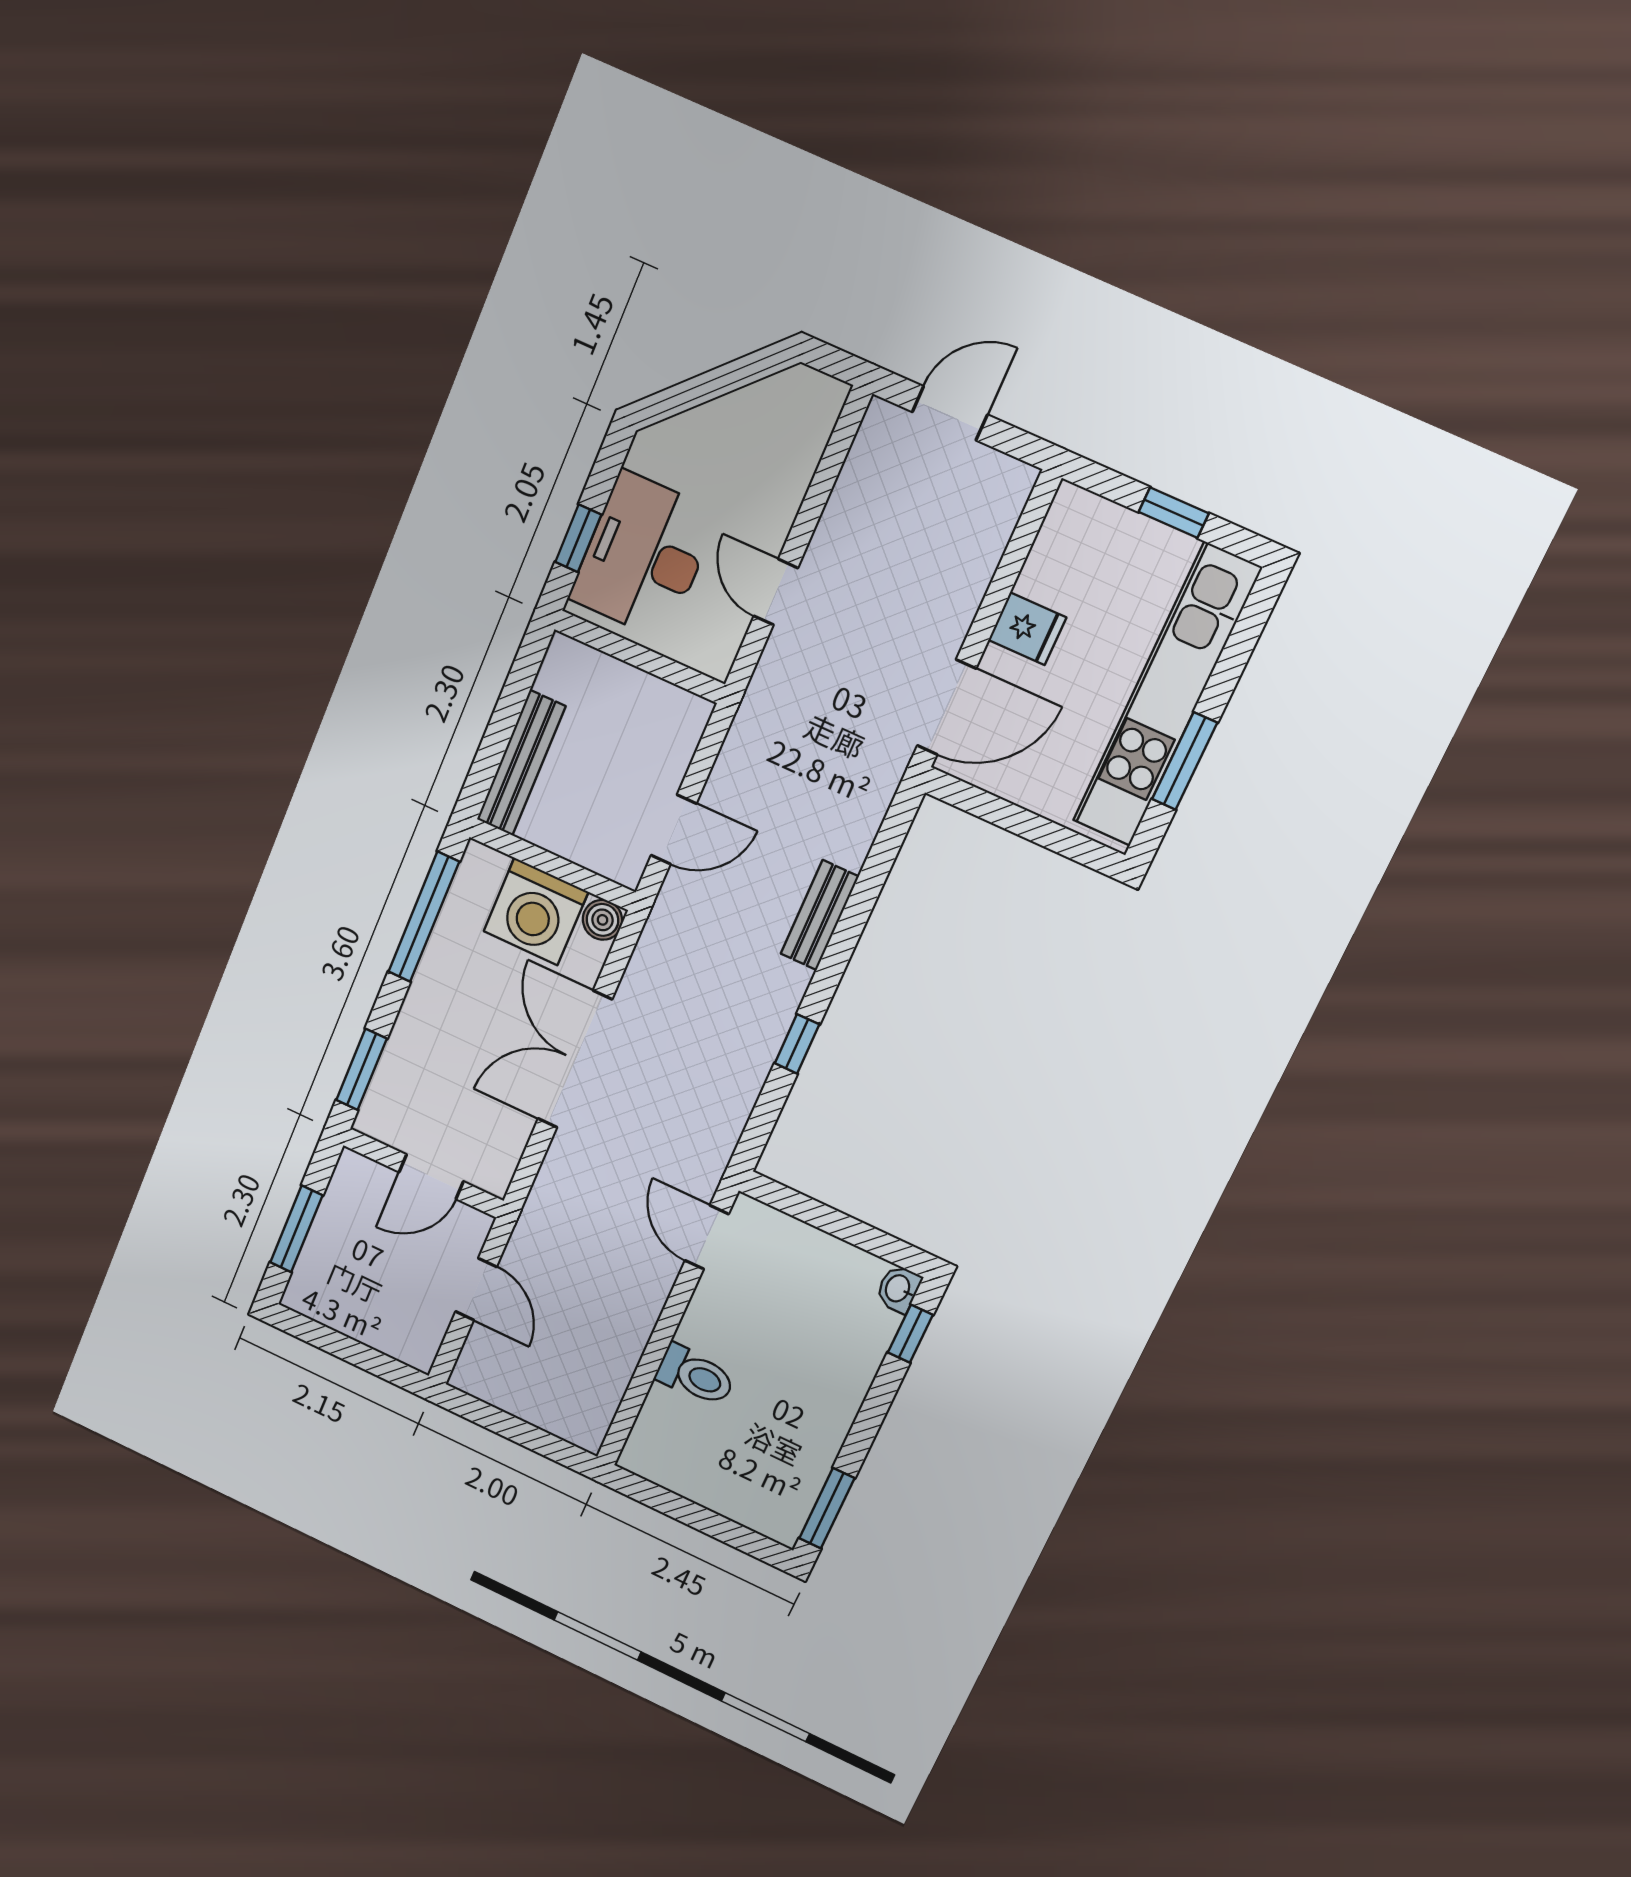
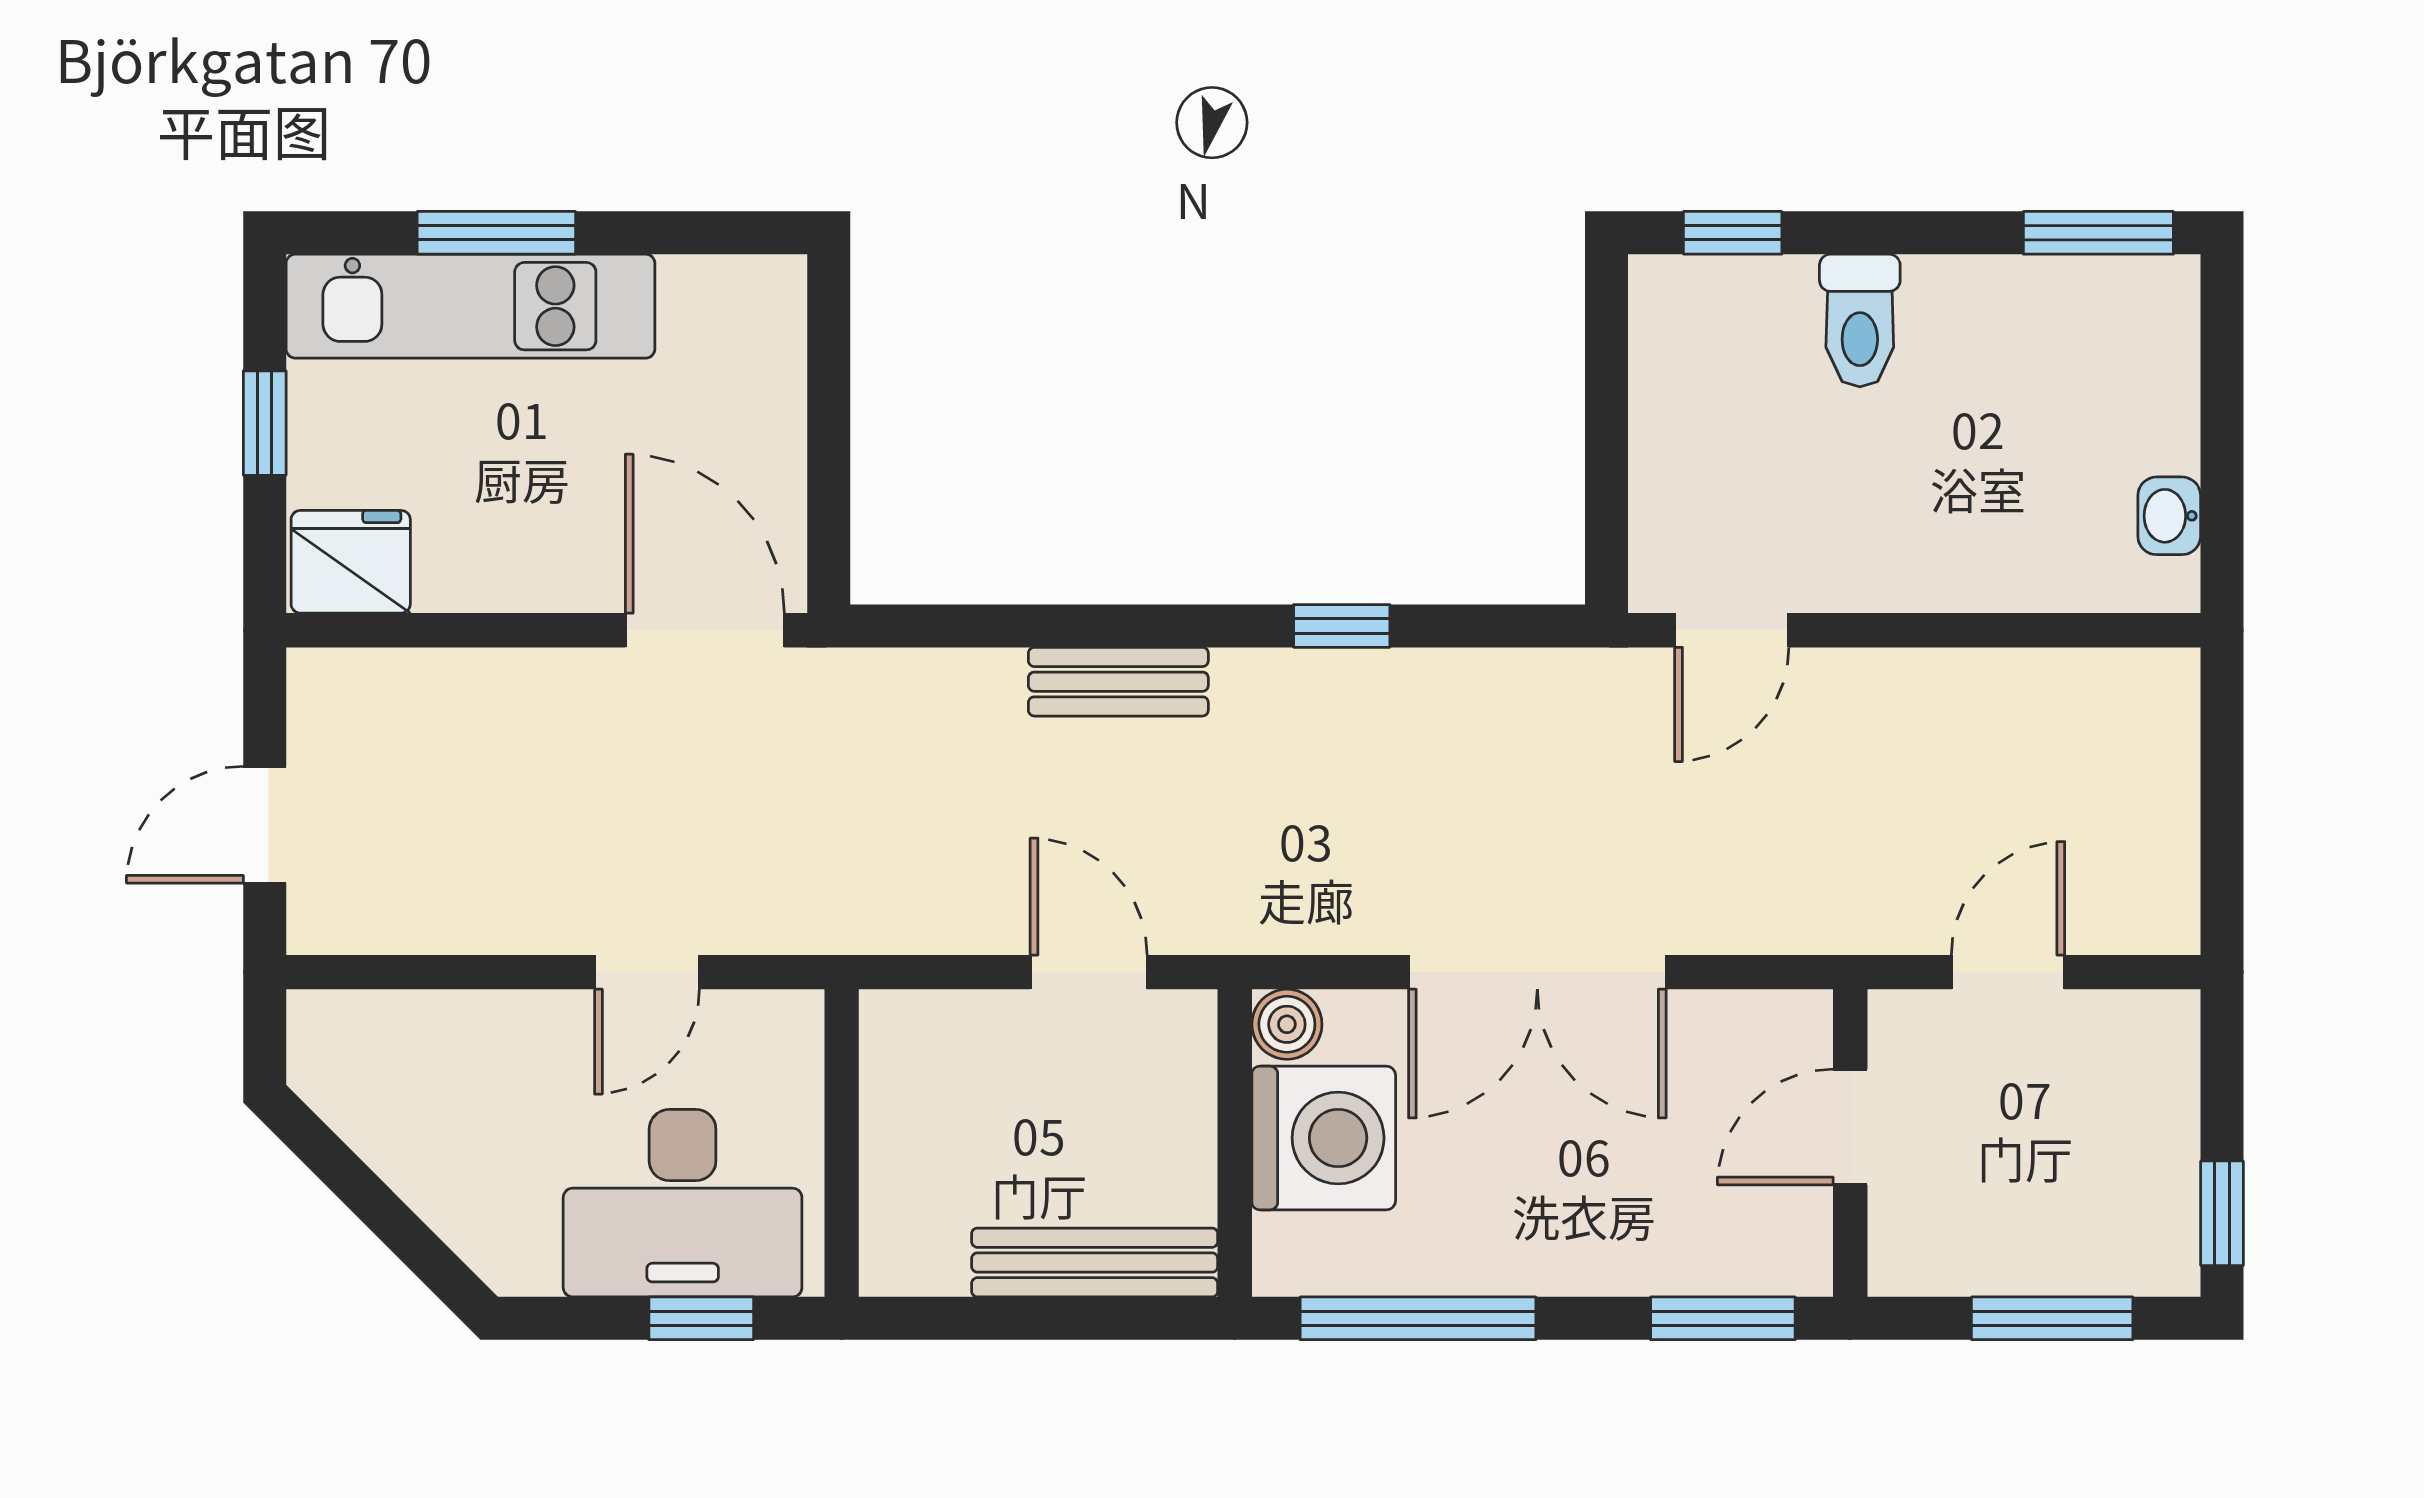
door: (950, 413) -> (265, 825), hinge flipped
fridge: (1027, 629) -> (351, 562), moved, width x1.38
kitchen unit: (1167, 695) -> (470, 306), width x0.73
window: (1185, 761) -> (496, 233), moved
door: (431, 1177) -> (1850, 1127), swing flipped
washbasin: (898, 1289) -> (2169, 516), moved, turned 90
window: (315, 1334) -> (2222, 1213), added
toilet: (695, 1375) -> (1860, 321), moved, turned 180

